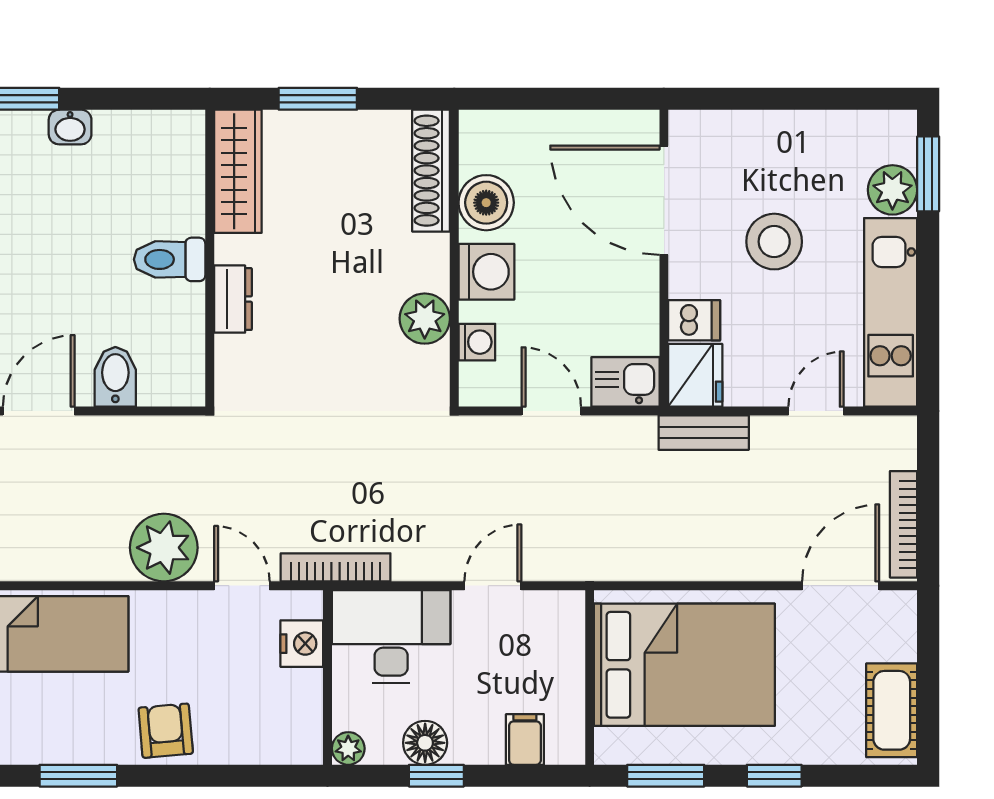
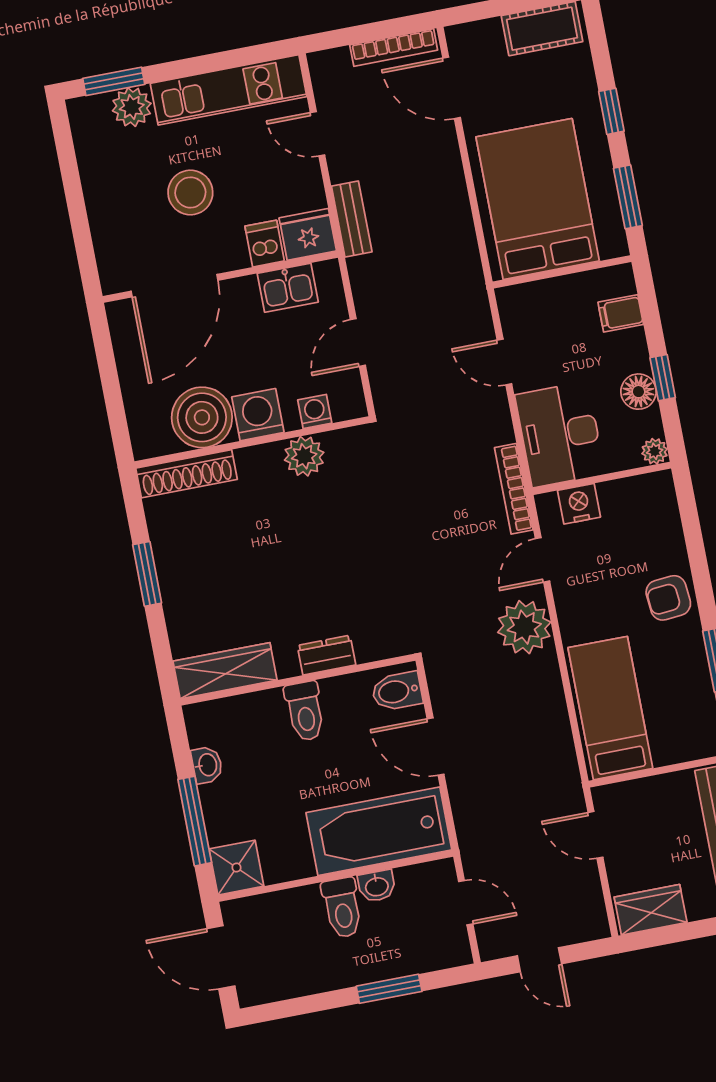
wardrobe: (238, 171) -> (225, 671), moved
boiler: (486, 203) -> (202, 417), width x1.37, depth x1.37
wall: (210, 258) -> (298, 680), moved
toilet: (170, 259) -> (305, 711), moved
dresser: (233, 299) -> (326, 655), moved
kitchen sink: (625, 382) -> (288, 288), moved, turned -90

